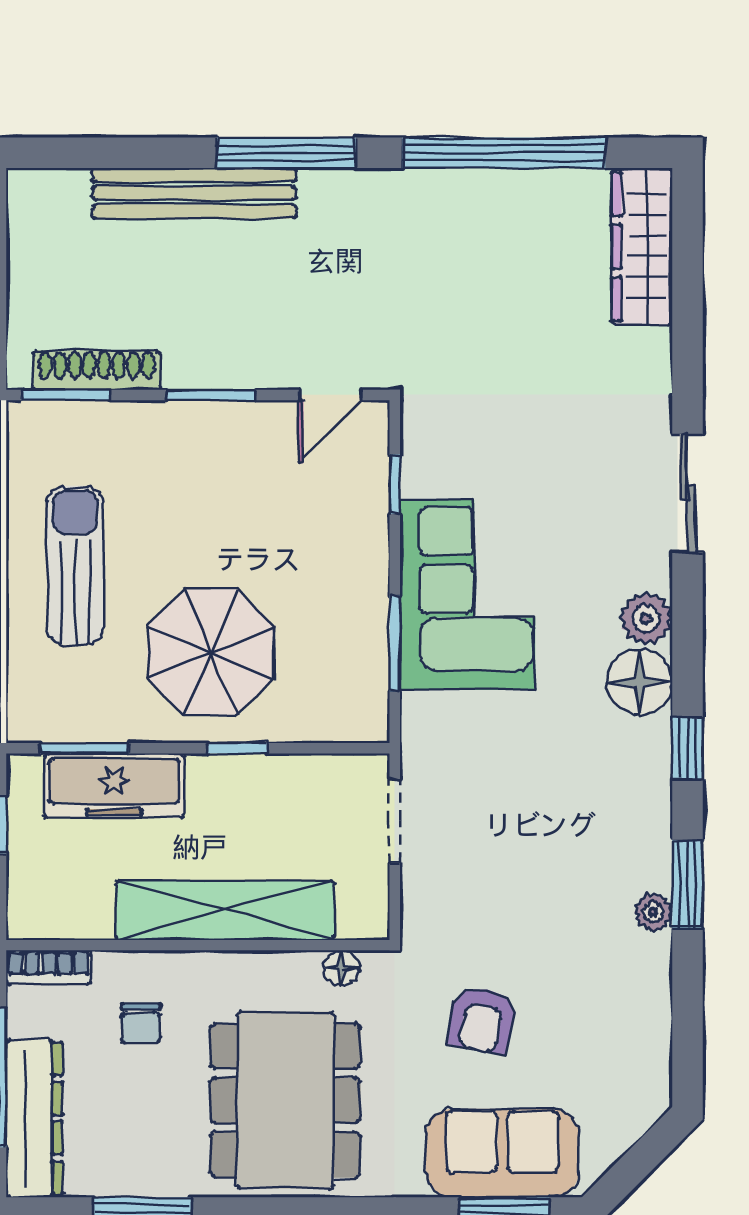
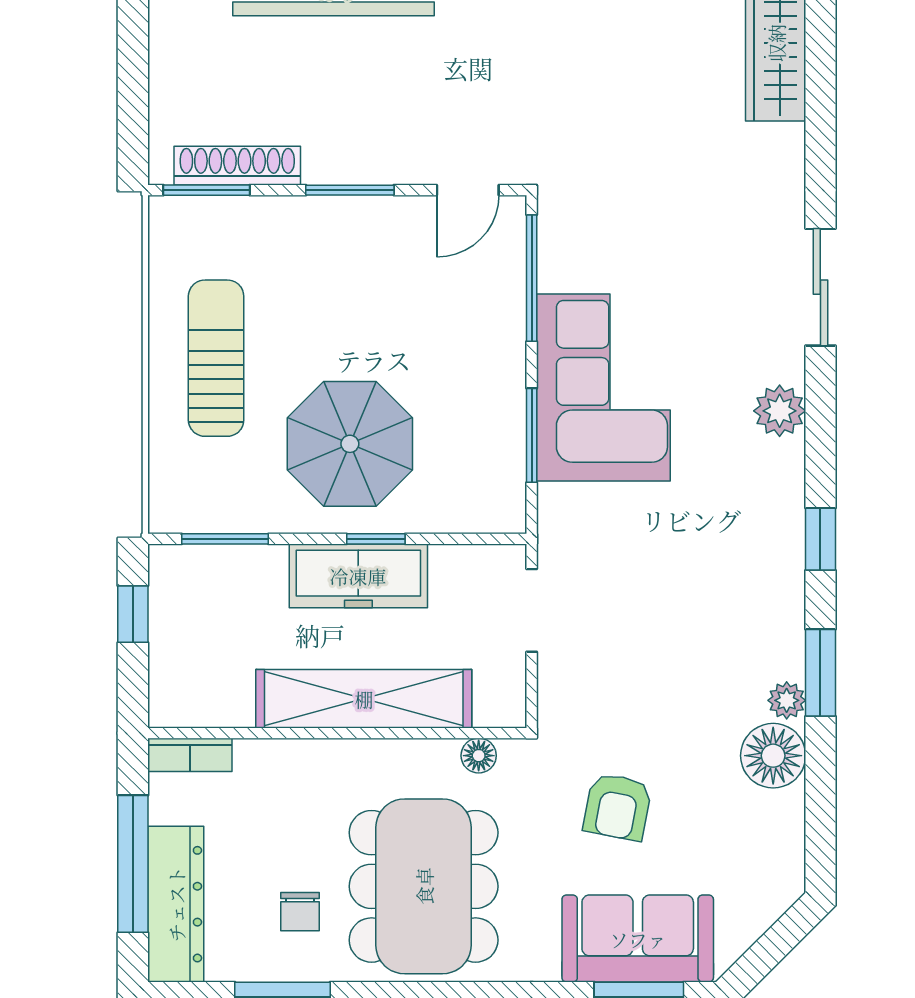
window: (395, 484) -> (532, 278), width x2.17
floor lamp: (639, 682) -> (773, 756), moved
freezer: (114, 786) -> (358, 576), moved
chair: (141, 1023) -> (300, 912), moved

